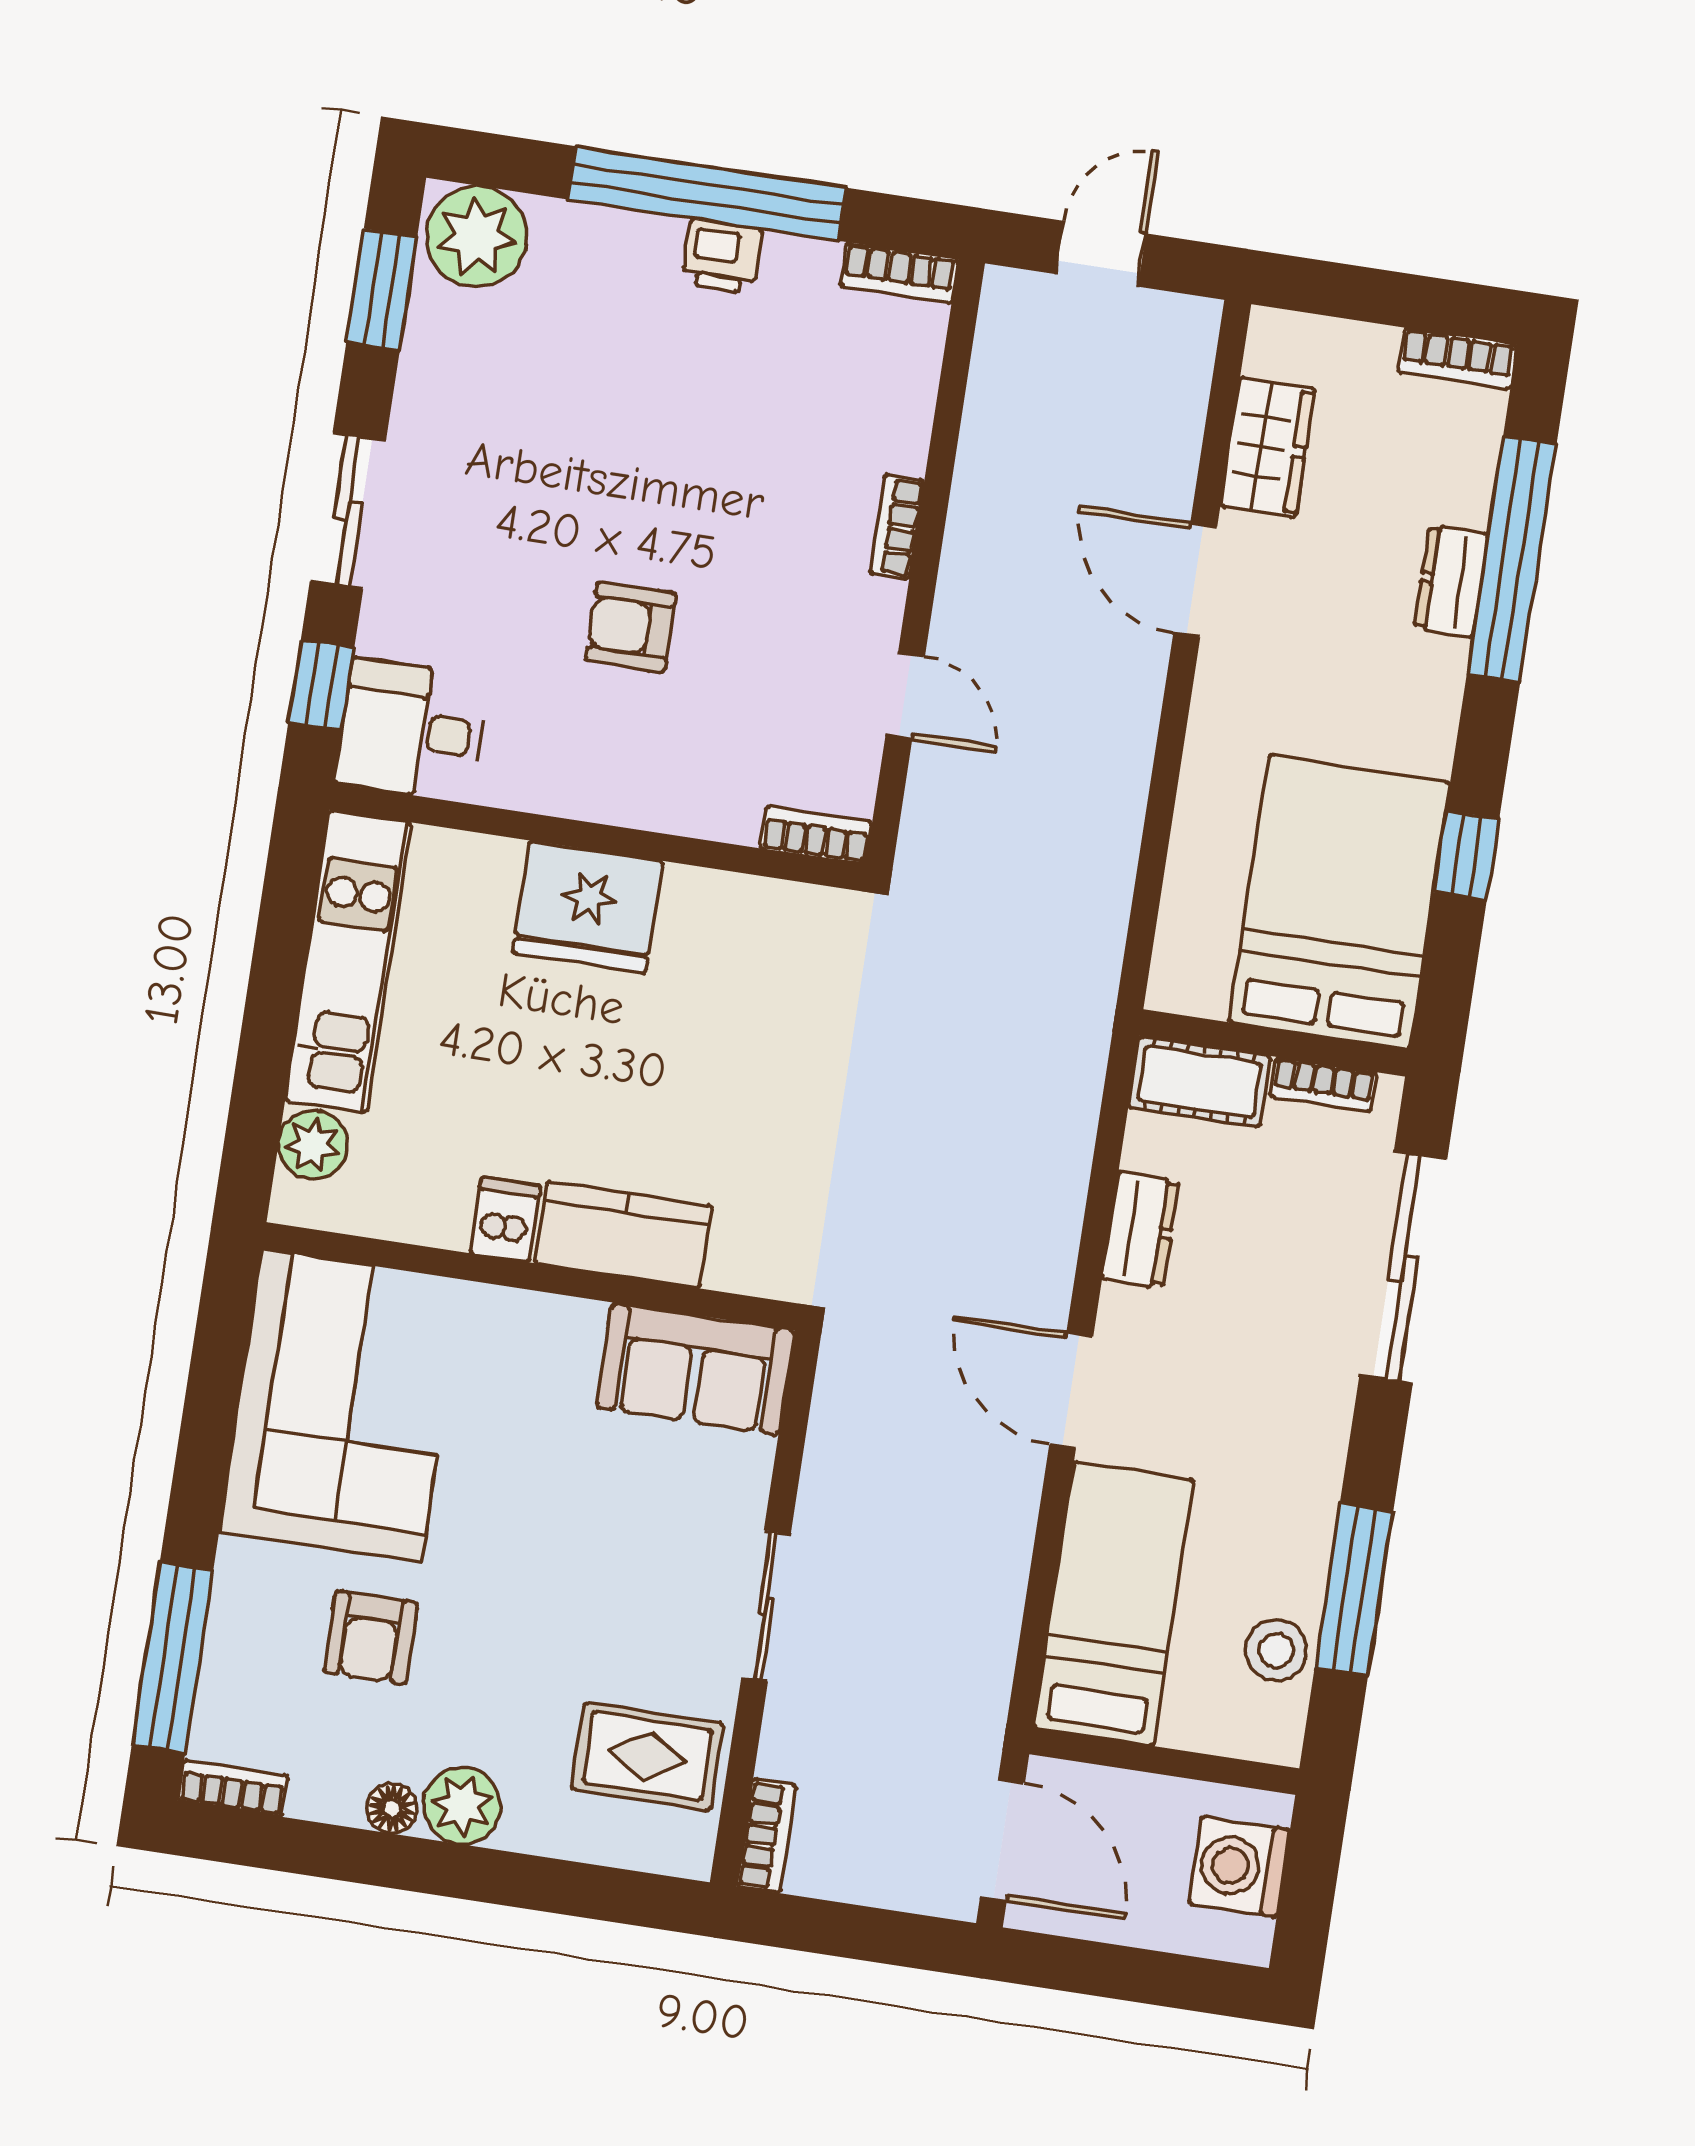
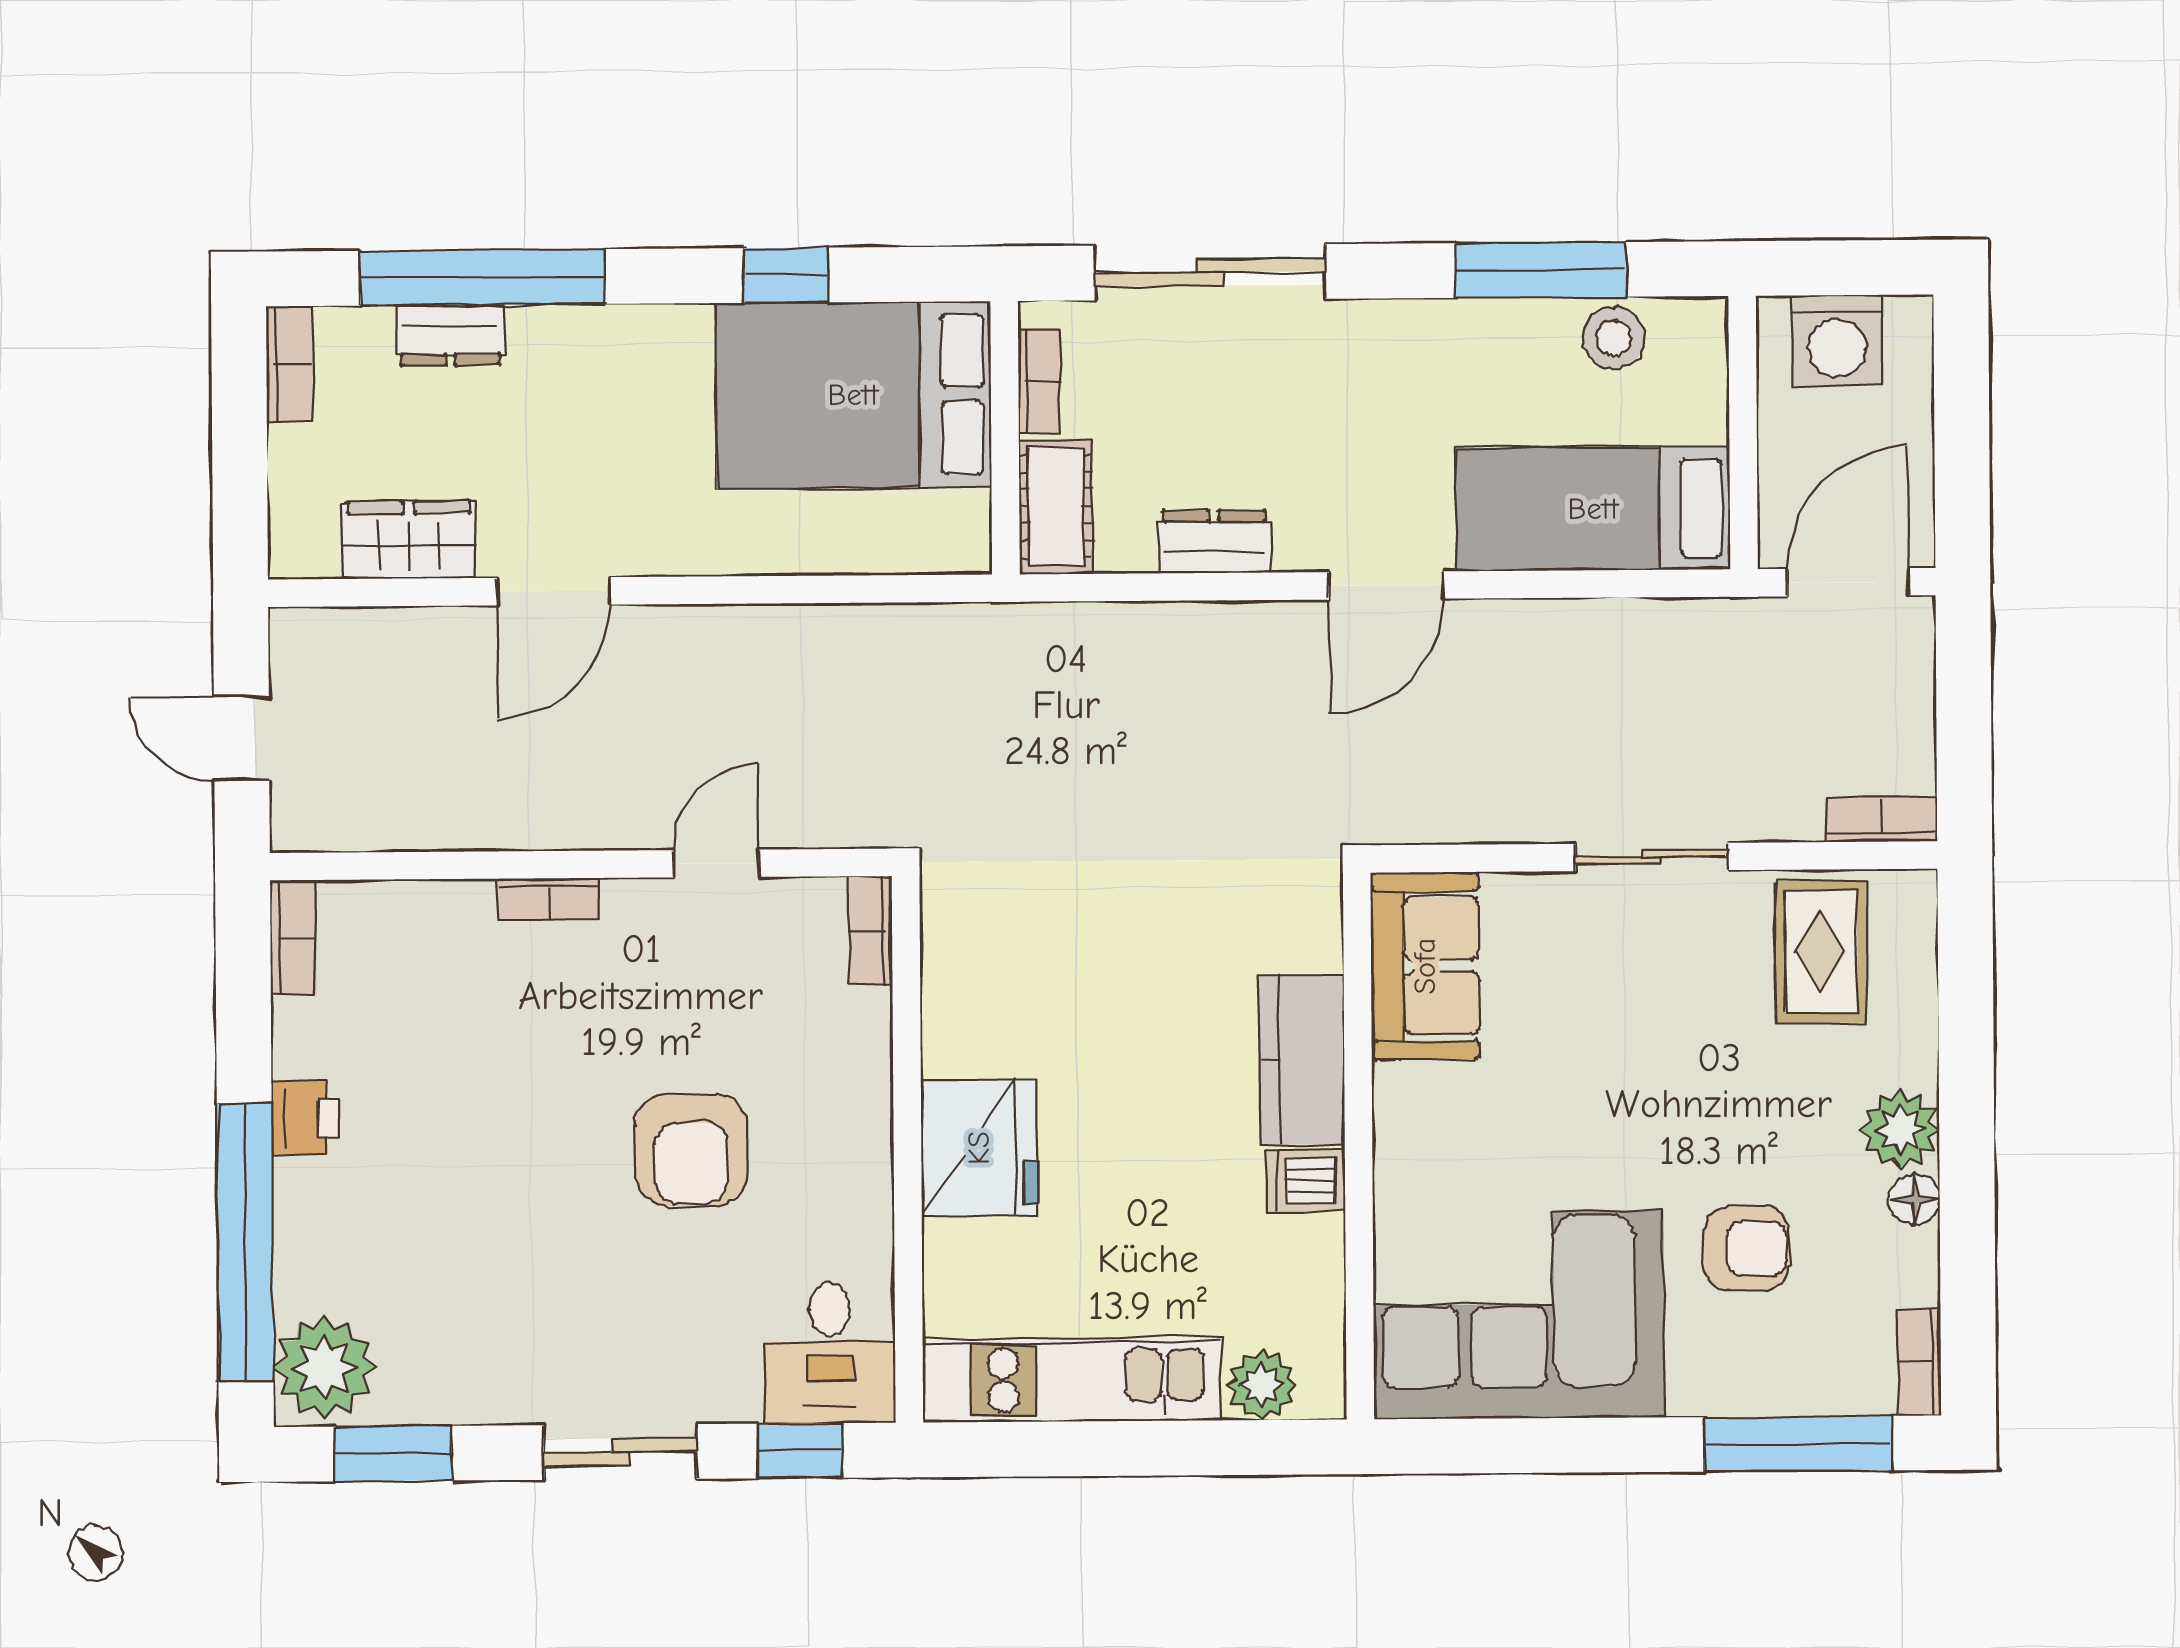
window: (707, 194) -> (245, 1242), moved
dresser: (1451, 581) -> (450, 335), moved
armchair: (631, 627) -> (691, 1150), width x1.38, depth x1.38

